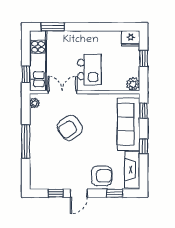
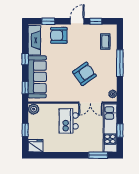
window: (26, 74) -> (120, 130), moved
coffee table: (44, 168) -> (105, 42), added

